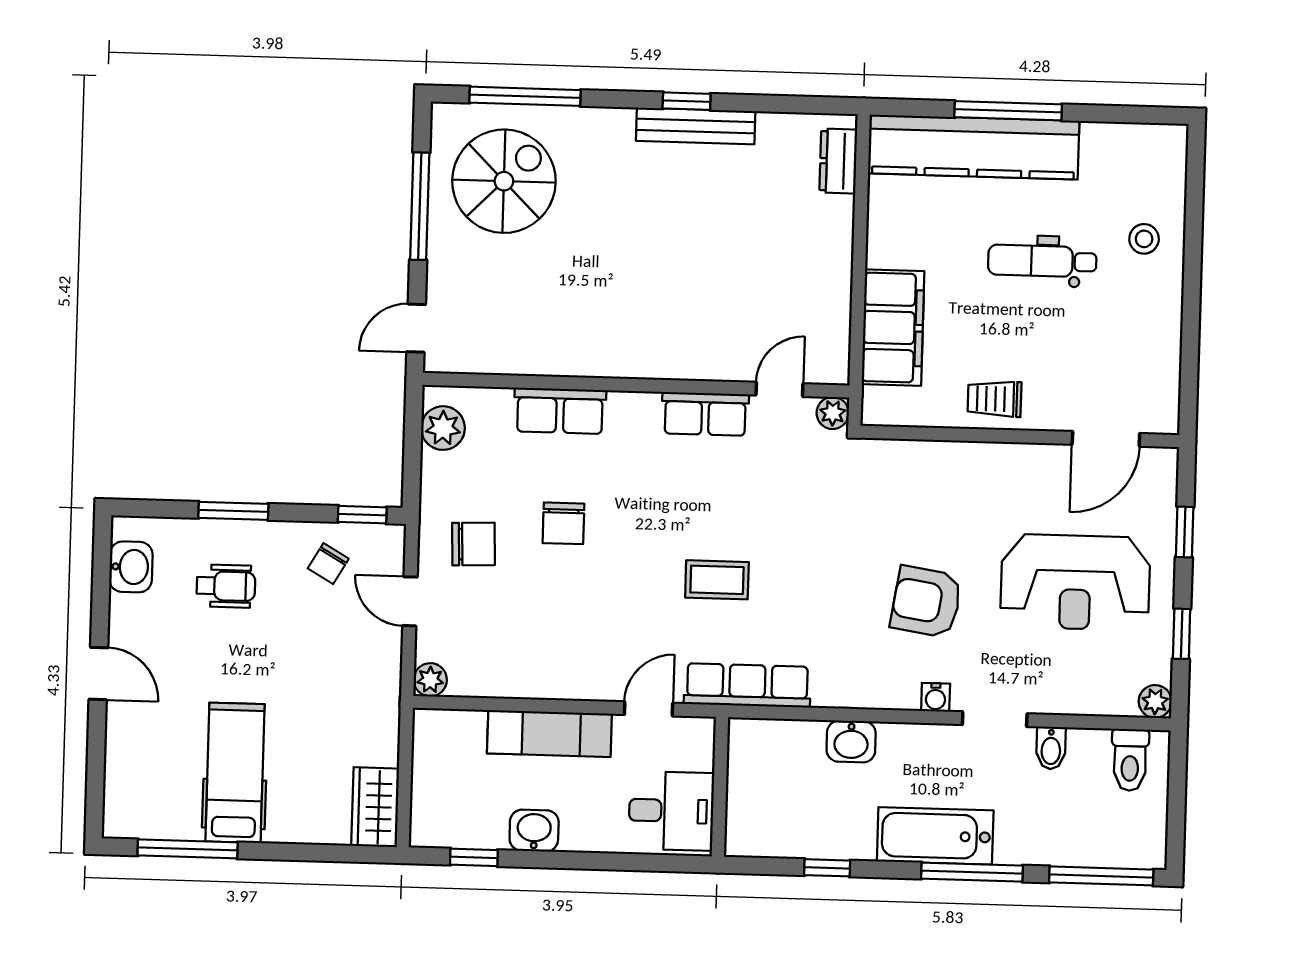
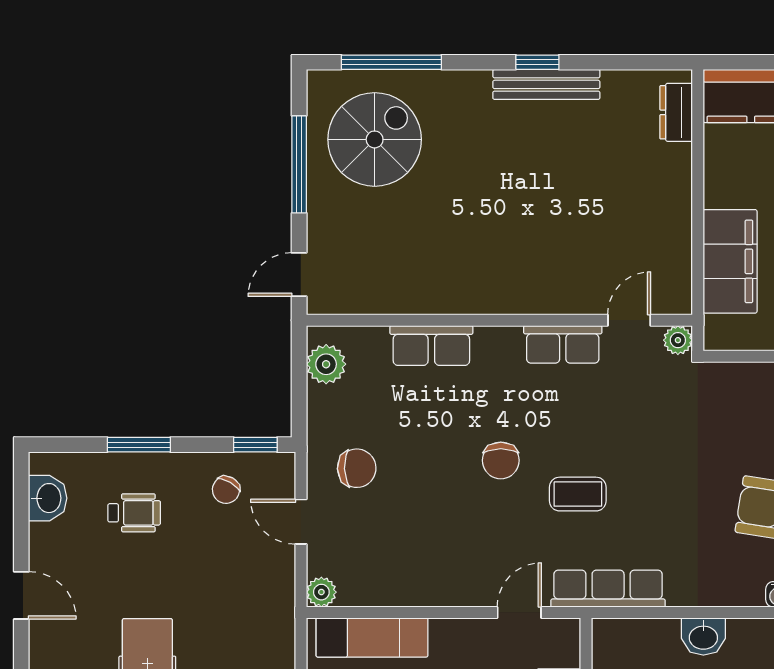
chair: (563, 523) -> (501, 460), moved
exam couch: (549, 734) -> (372, 637), moved

